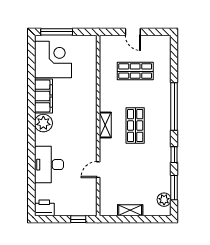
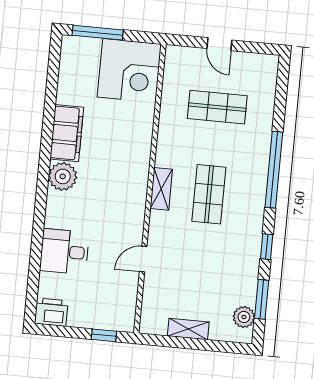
corner desk: (53, 59) -> (129, 70), moved, turned 90
desk: (49, 165) -> (64, 252), width x0.73

